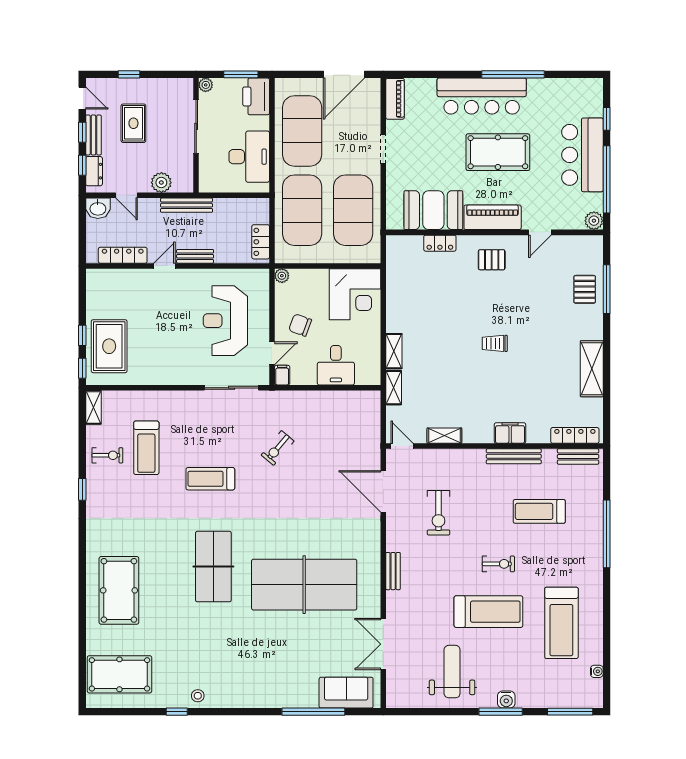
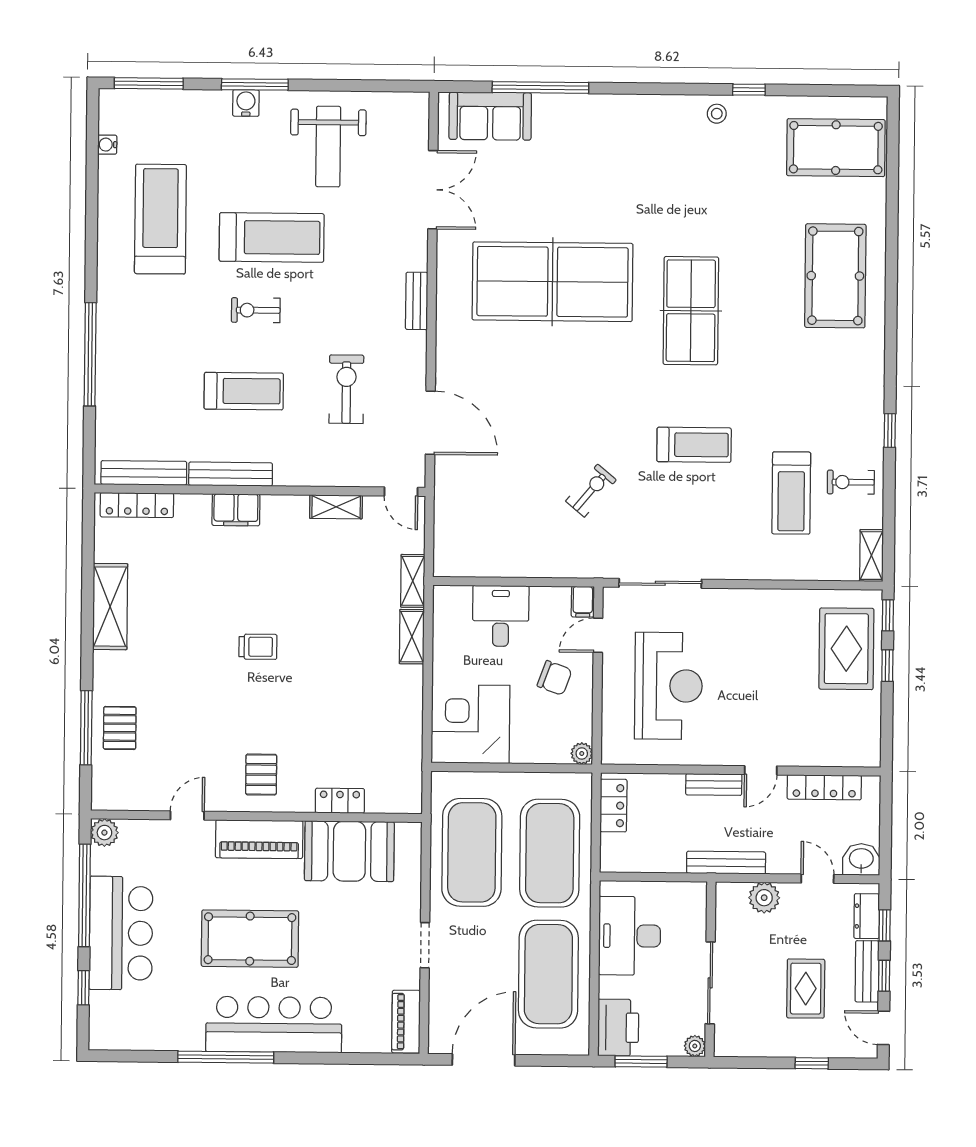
pallet: (492, 260) -> (261, 775), turned 90
treadmill: (146, 448) -> (791, 493), turned 180
bench: (578, 457) -> (144, 473), width x1.36
treadmill: (539, 511) -> (244, 391), moved
treadmill: (488, 612) -> (272, 237), turned 180

